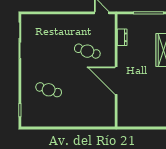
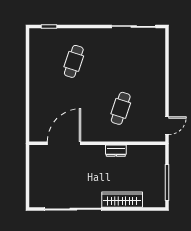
dresser: (122, 37) -> (116, 151), moved
door: (116, 81) -> (64, 143), moved

